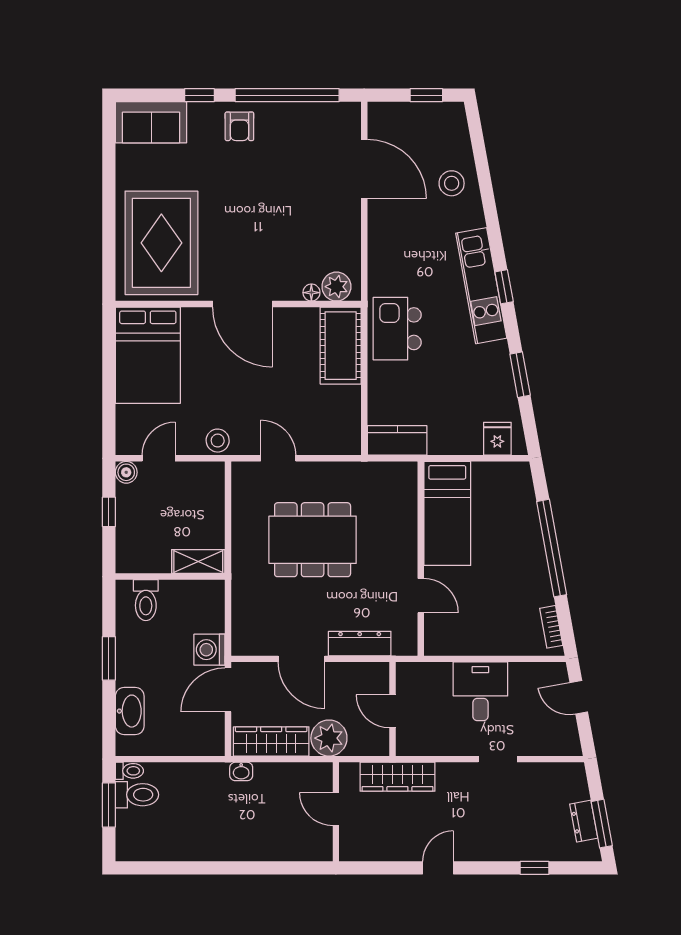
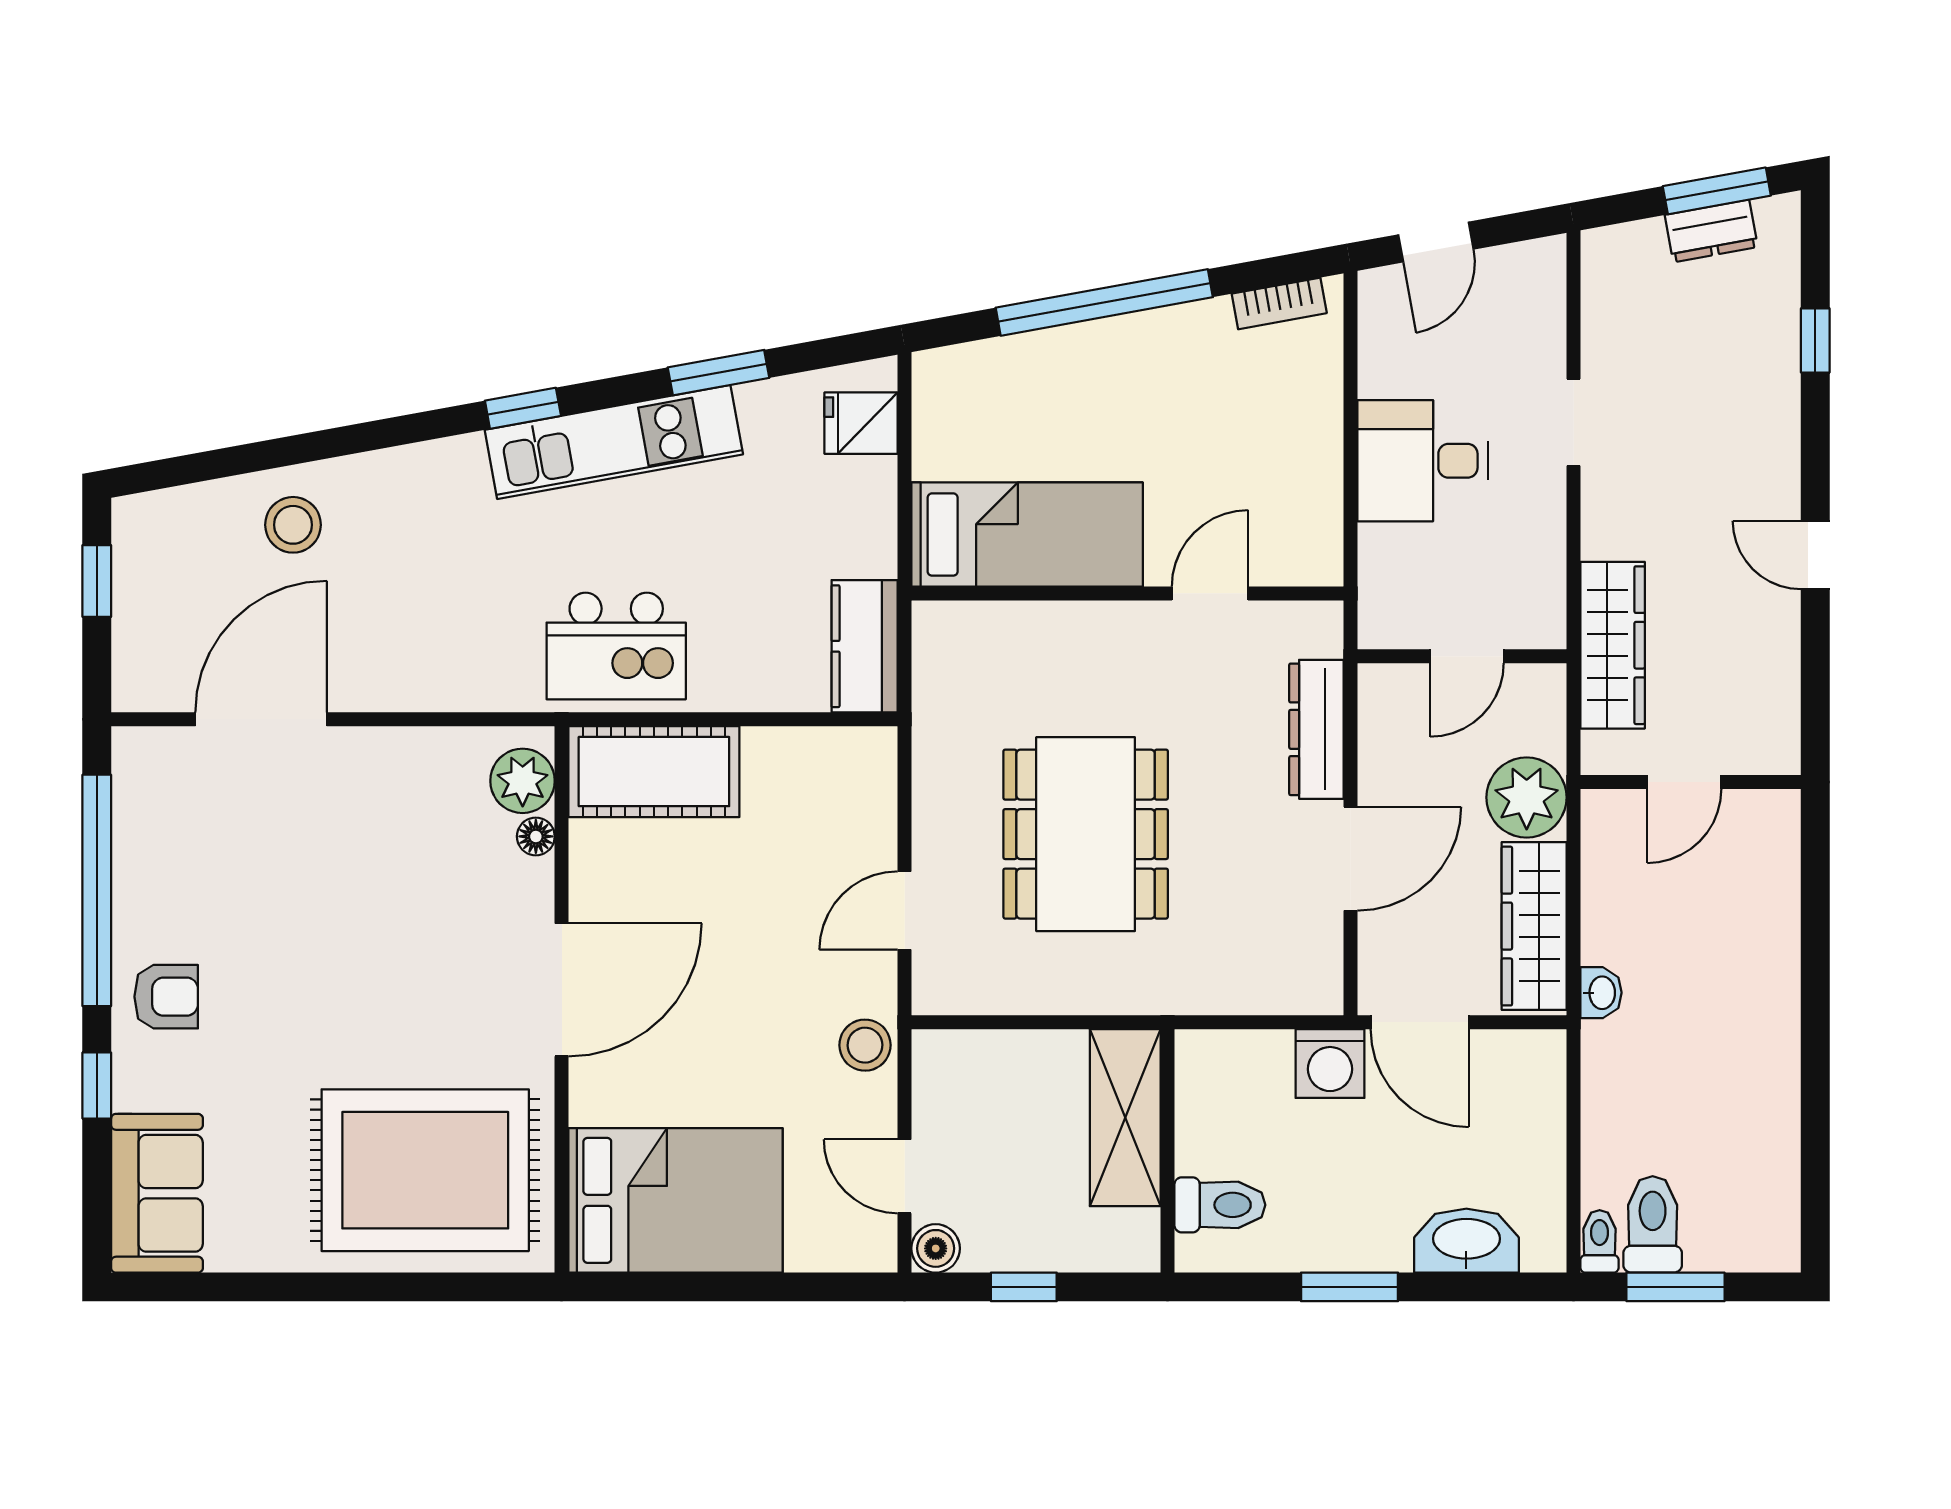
kitchen unit: (481, 286) -> (614, 442), moved
shelving: (198, 562) -> (1125, 1118), width x1.50, depth x1.33

